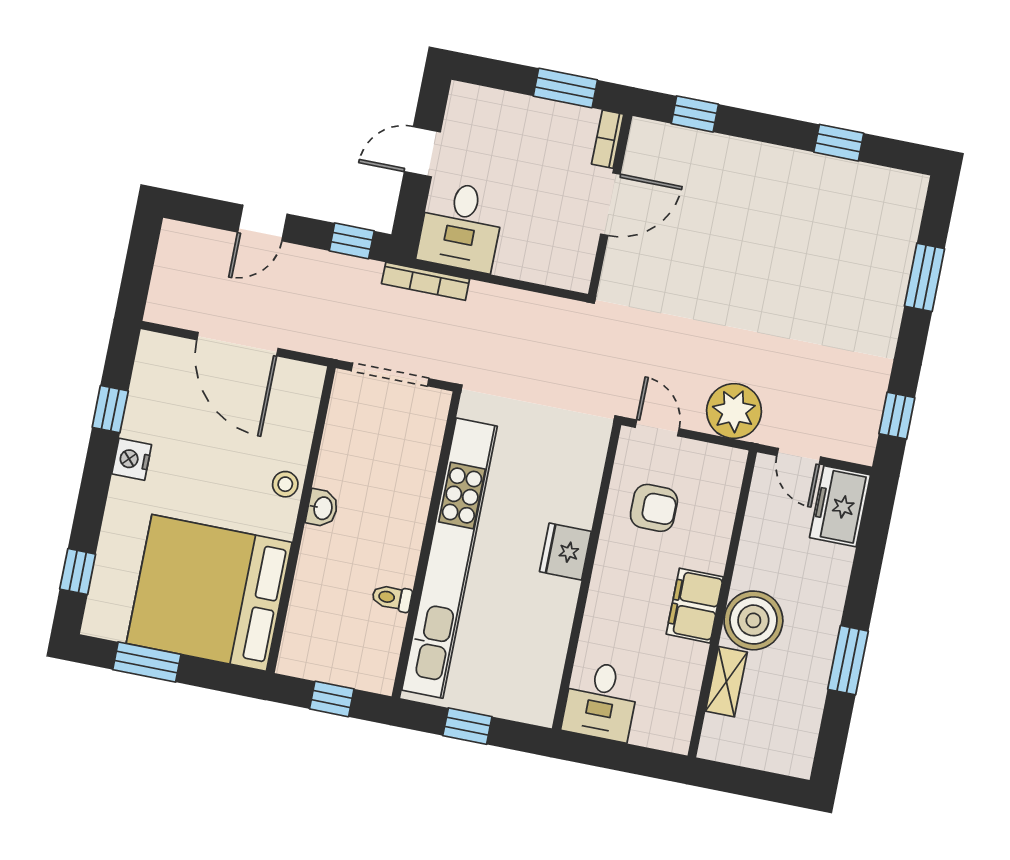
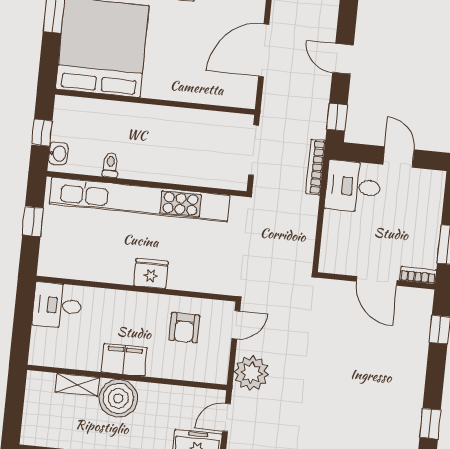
stool: (285, 484) -> (177, 90), removed
washbasin: (322, 508) -> (58, 153), moved, turned -90

